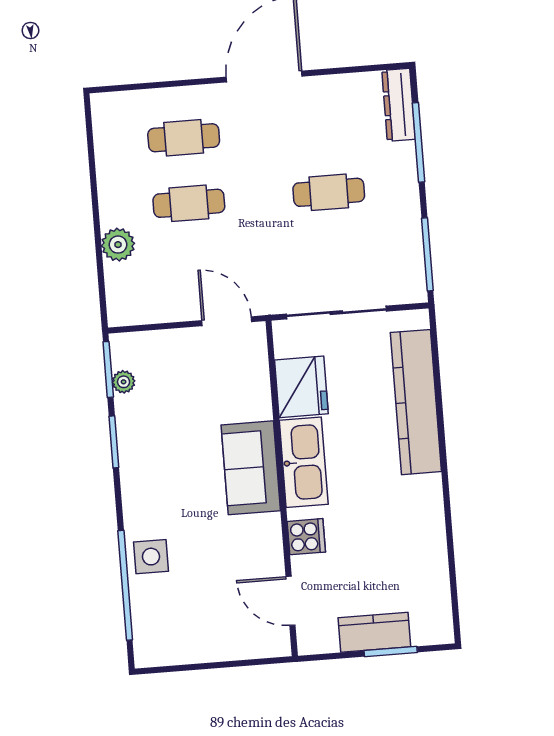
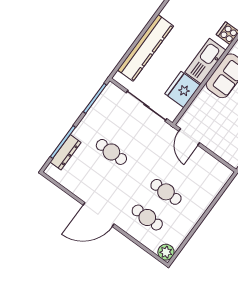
dresser: (399, 105) -> (66, 152), moved
plant: (118, 245) -> (166, 252), moved

